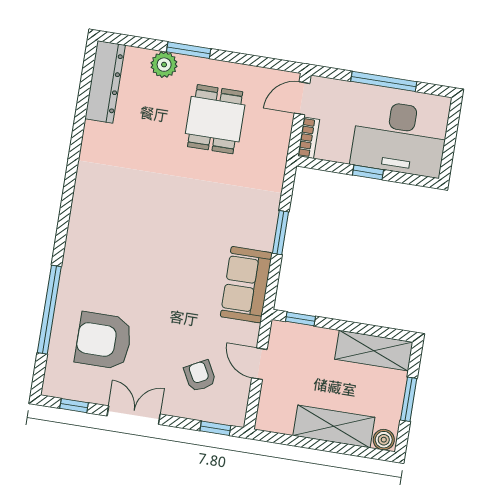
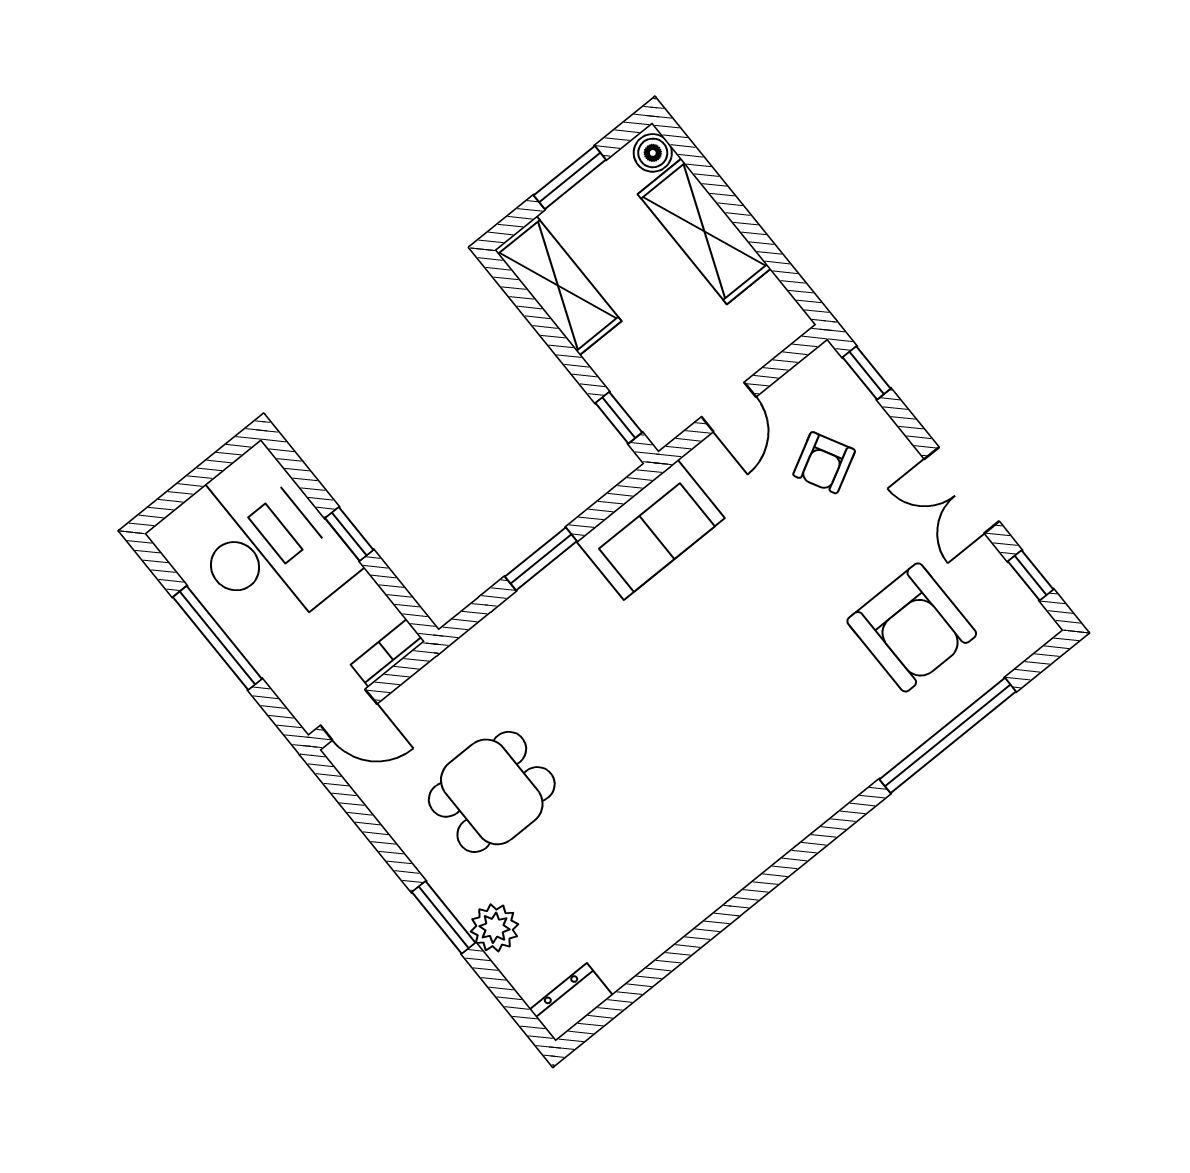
dresser: (105, 82) -> (571, 1002), width x0.51, depth x0.80

